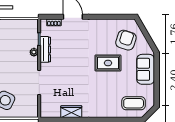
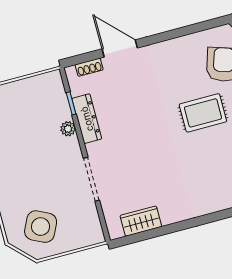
wardrobe: (71, 112) -> (141, 221), moved

